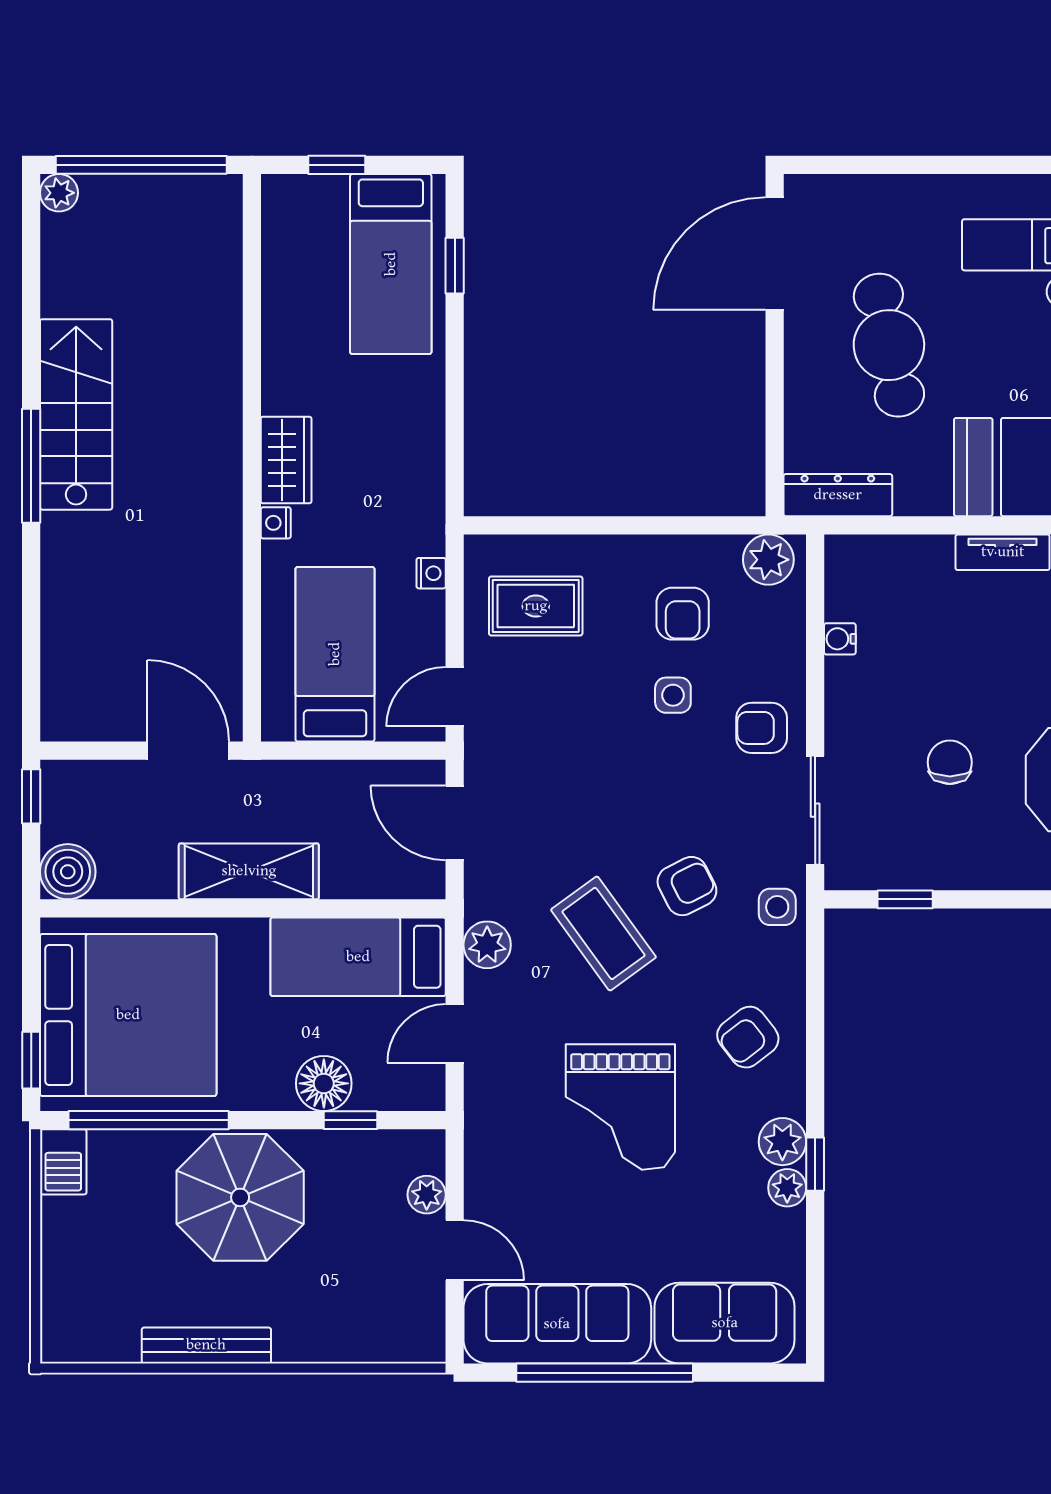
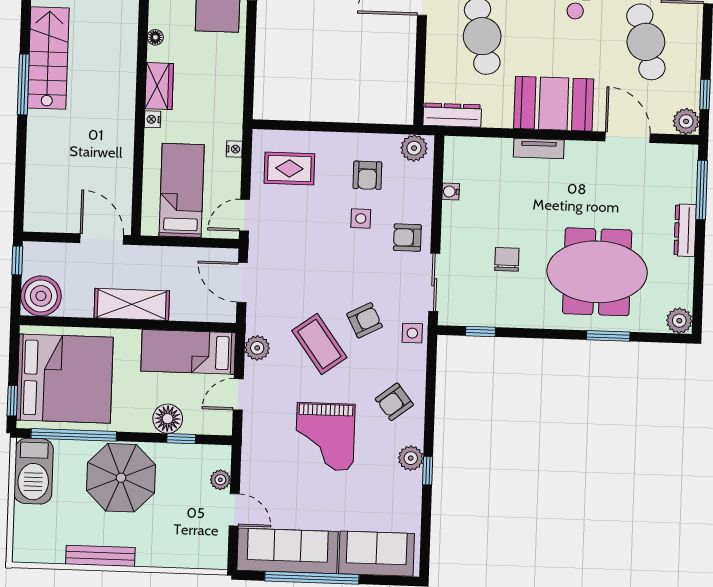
floor lamp: (276, 369) -> (155, 37), added
boiler: (68, 872) -> (41, 296), width x1.37, depth x1.37
barbecue: (63, 1162) -> (34, 471), width x1.88, depth x1.53
plant: (787, 1188) -> (412, 483), removed

